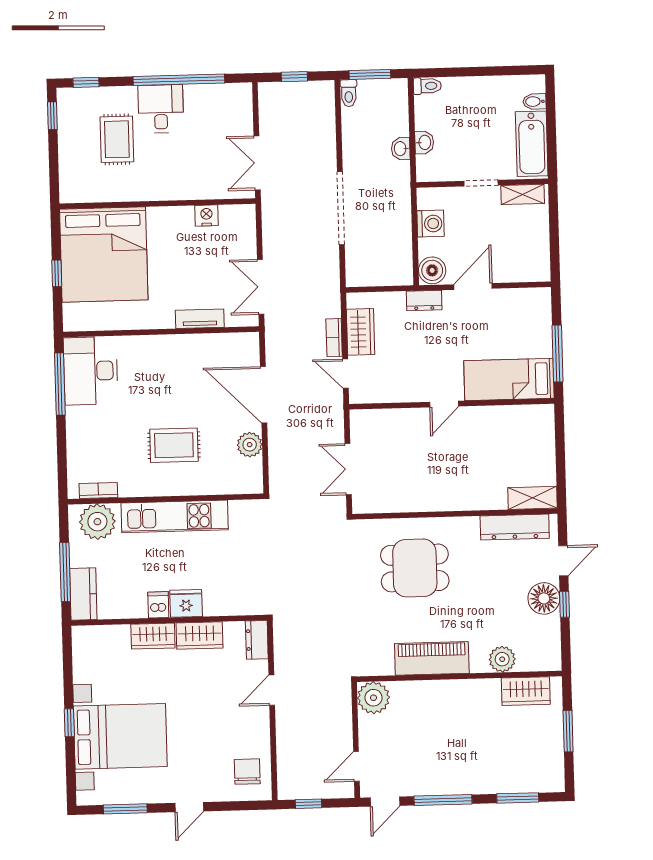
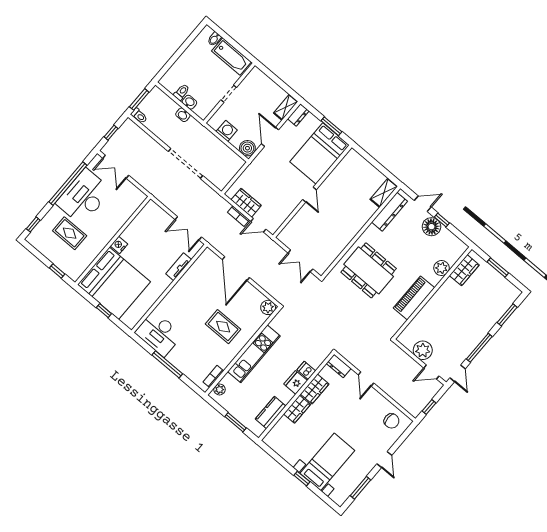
toilet: (427, 86) -> (182, 92), moved
desk: (161, 109) -> (84, 197), width x1.87, depth x1.30
window: (52, 116) -> (57, 271), moved
double door: (257, 163) -> (116, 167), moved
shelving: (523, 194) -> (286, 107), moved
nightstand: (206, 215) -> (119, 245), moved
dresser: (424, 300) -> (298, 115), moved
window: (557, 353) -> (331, 126), width x0.69
bed: (509, 379) -> (320, 153), width x1.50
window: (60, 384) -> (167, 364), moved
door: (264, 395) -> (236, 269), hinge flipped
rug: (174, 445) -> (223, 327), turned 90
plant: (250, 445) -> (268, 307), moved
plant: (97, 522) -> (219, 389), width x0.53, depth x0.53
door: (563, 561) -> (423, 204), hinge flipped
dining table: (415, 568) -> (369, 270), width x1.38
window: (65, 572) -> (235, 422), width x0.69
kitchen counter: (83, 594) -> (271, 412), moved, turned -90
dishwasher: (158, 605) -> (306, 370), moved
plant: (373, 698) -> (423, 350), moved
bed with nightstands: (120, 736) -> (327, 462), width x0.73
door: (356, 766) -> (431, 372), hinge flipped
chair: (247, 772) -> (392, 421), turned 180

